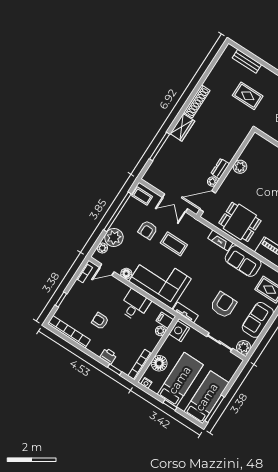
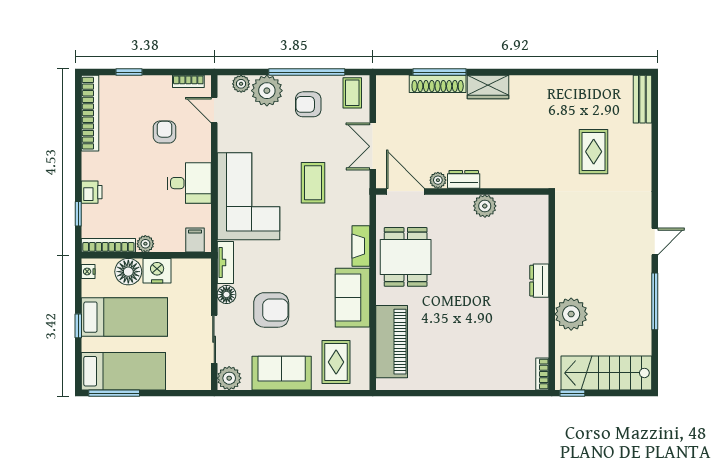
bench: (247, 61) -> (642, 99), moved
shoe rack: (197, 101) -> (438, 84), moved
armchair: (148, 230) -> (308, 104), moved
floor lamp: (126, 274) -> (226, 295), moved
armchair: (100, 321) -> (165, 132), moved
plant: (160, 331) -> (145, 244), moved
nightstand: (179, 331) -> (157, 271), moved

